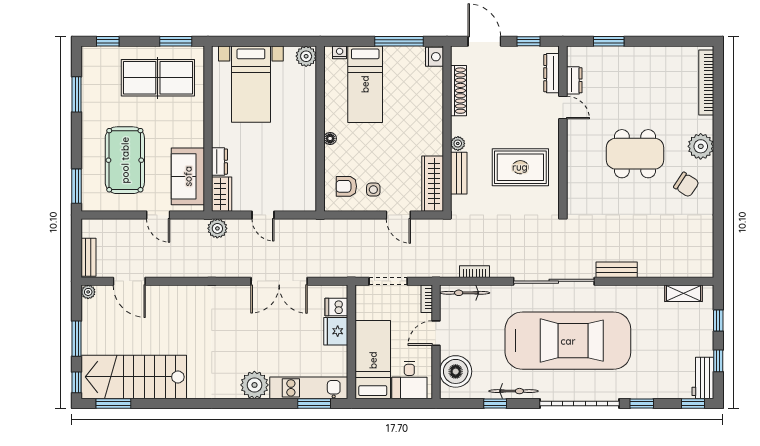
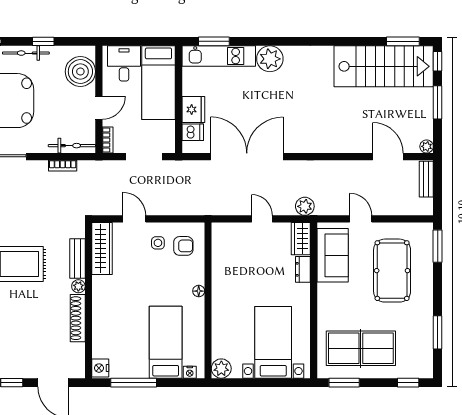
shoe rack: (459, 91) -> (78, 318), moved
double door: (279, 281) -> (247, 157), width x1.36

